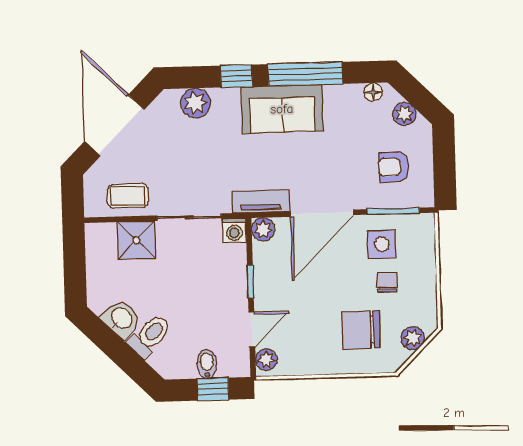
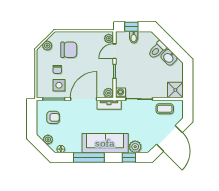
window: (236, 76) -> (129, 157), moved
sofa: (282, 109) -> (105, 143), width x1.36
shower: (136, 240) -> (175, 90), moved

